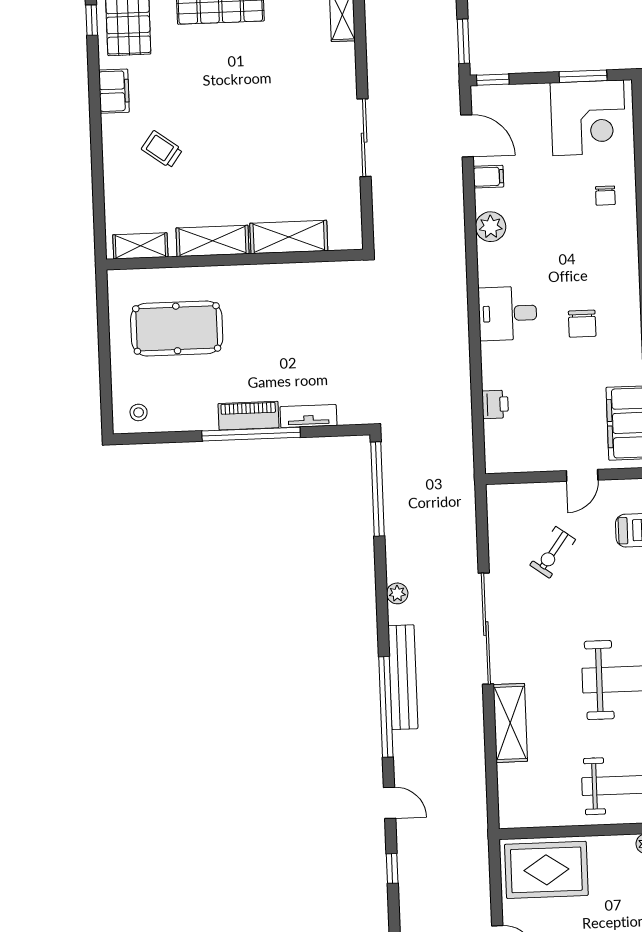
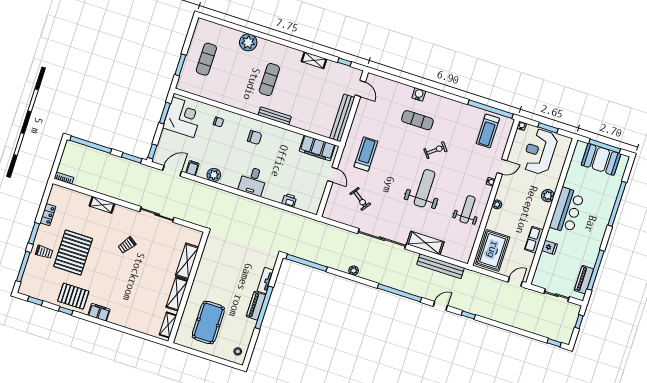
trolley: (162, 149) -> (127, 245), moved
chair: (582, 324) -> (255, 137), moved
bench: (403, 677) -> (441, 266), moved

